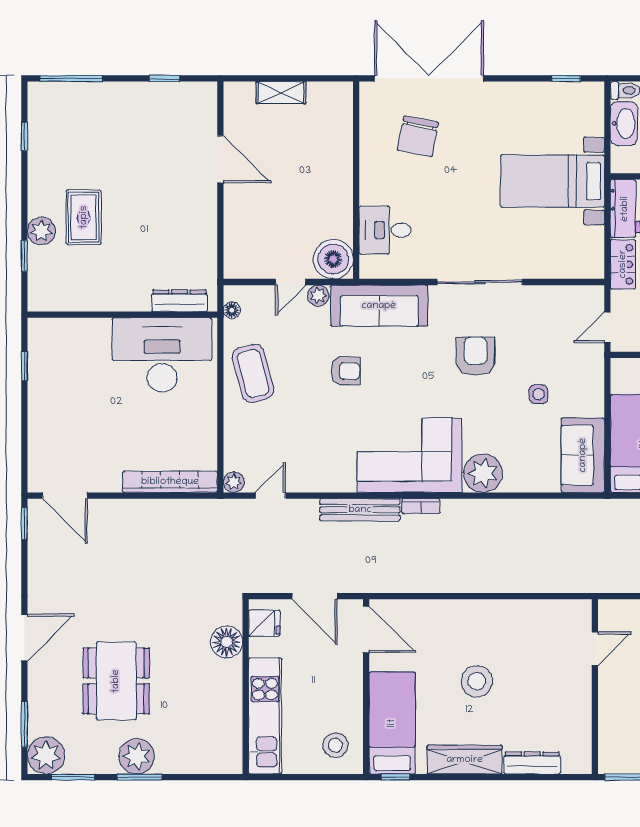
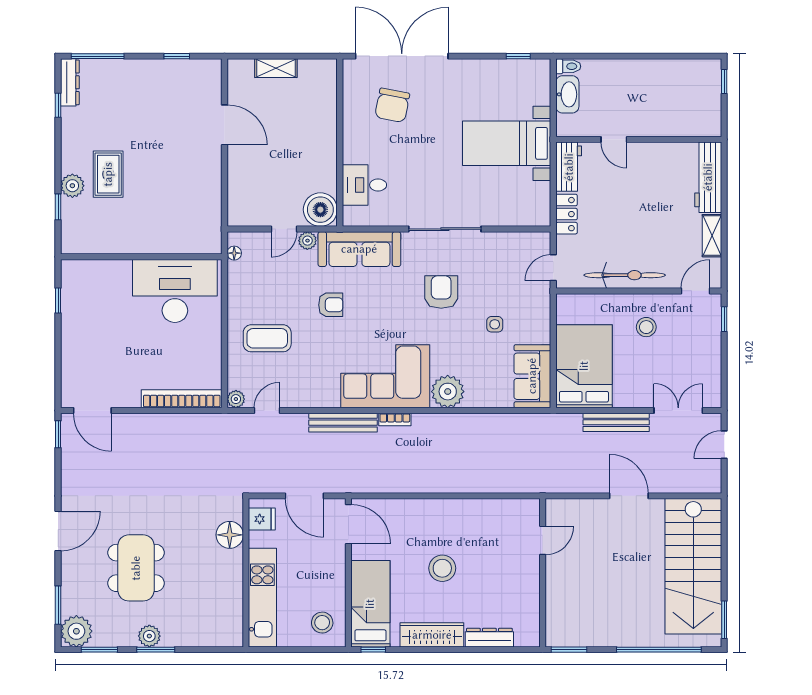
dresser: (180, 301) -> (70, 82), moved, turned 90
coffee table: (253, 373) -> (267, 338), moved, turned -75
plant: (137, 756) -> (149, 636), width x0.73, depth x0.73

